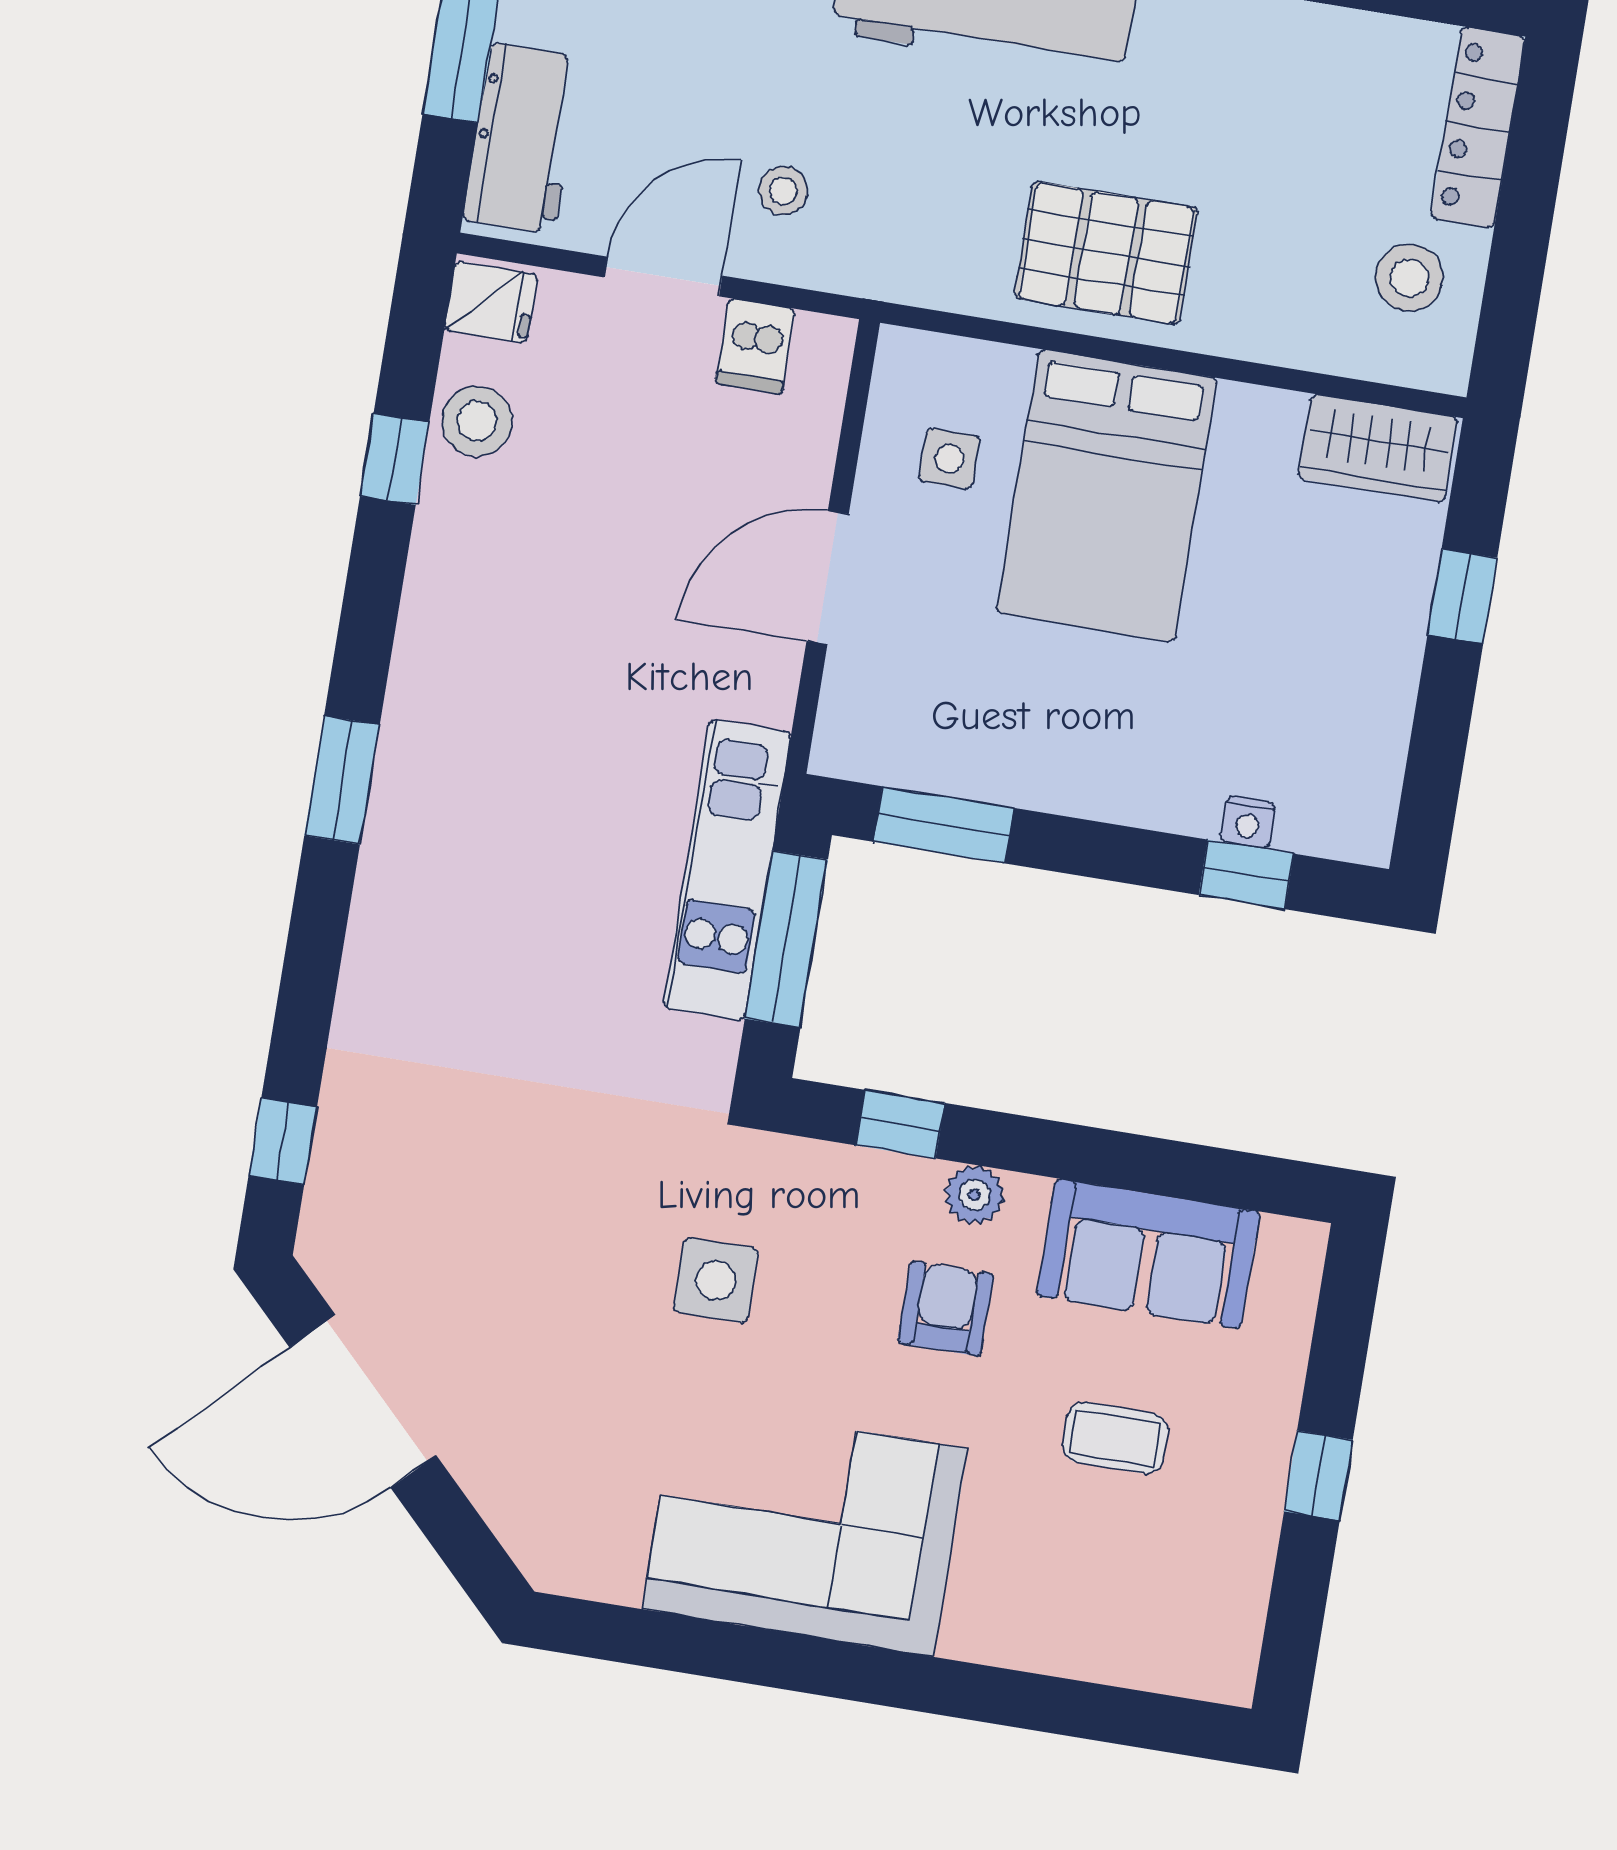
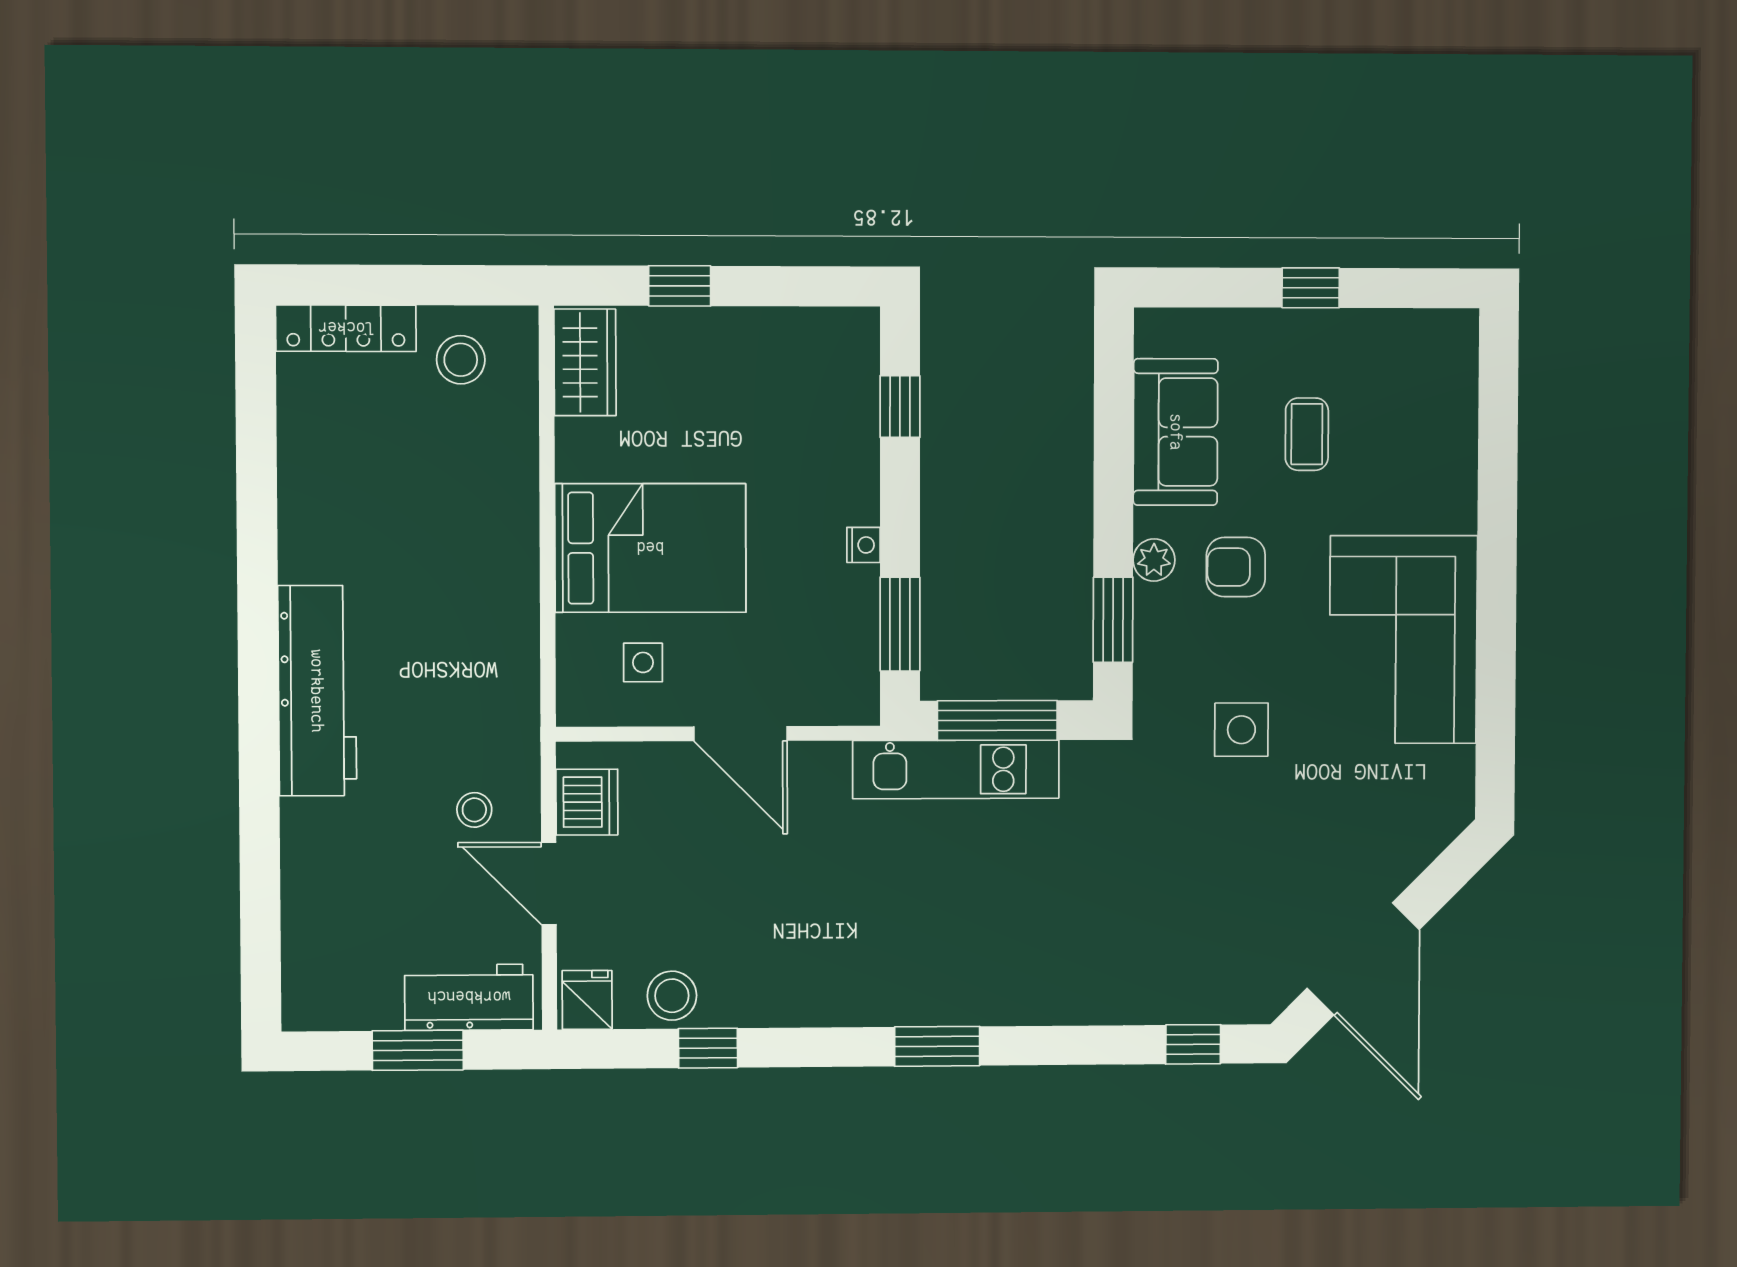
pallet: (1106, 253) -> (480, 576), removed
dishwasher: (755, 346) -> (587, 802), width x1.38
nightstand: (1248, 822) -> (863, 545), moved
window: (900, 1124) -> (1113, 620), width x1.50

